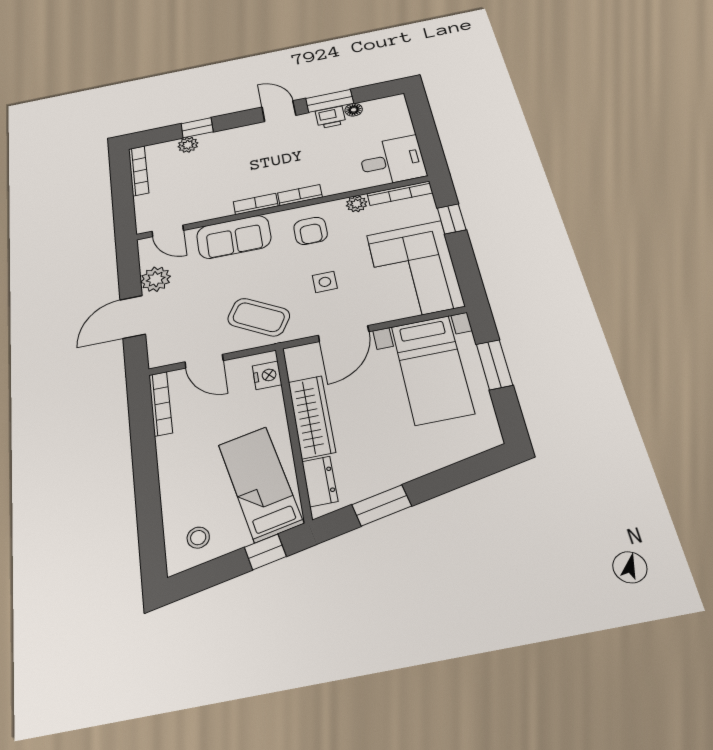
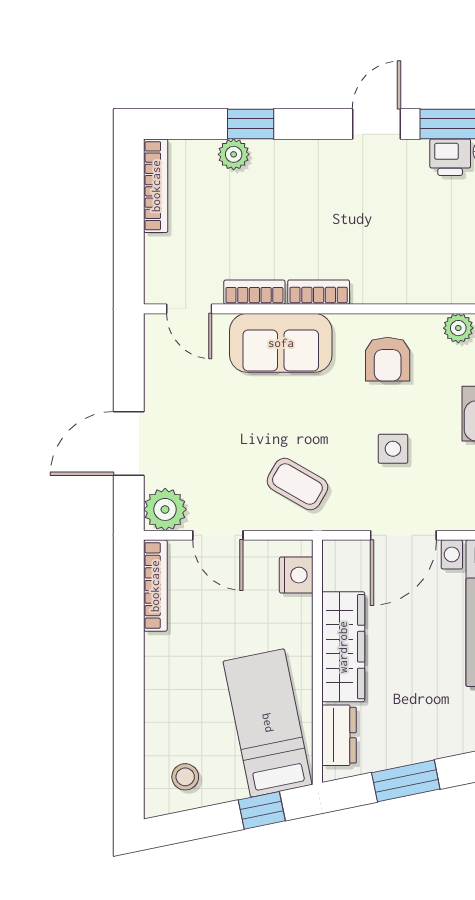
door: (279, 111) -> (376, 124), hinge flipped
bookcase: (300, 195) -> (254, 292), moved
plant: (156, 279) -> (165, 509), moved
coffee table: (259, 317) -> (297, 484), width x0.73, depth x0.77

